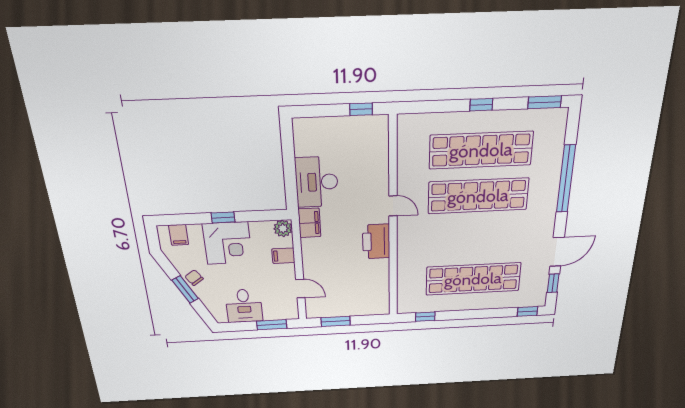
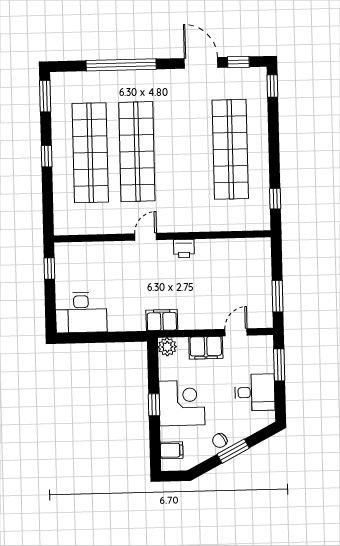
desk: (317, 182) -> (81, 313), moved
printer: (376, 241) -> (184, 249), width x0.53, depth x0.68
filing cabinet: (283, 256) -> (206, 348), width x2.00

